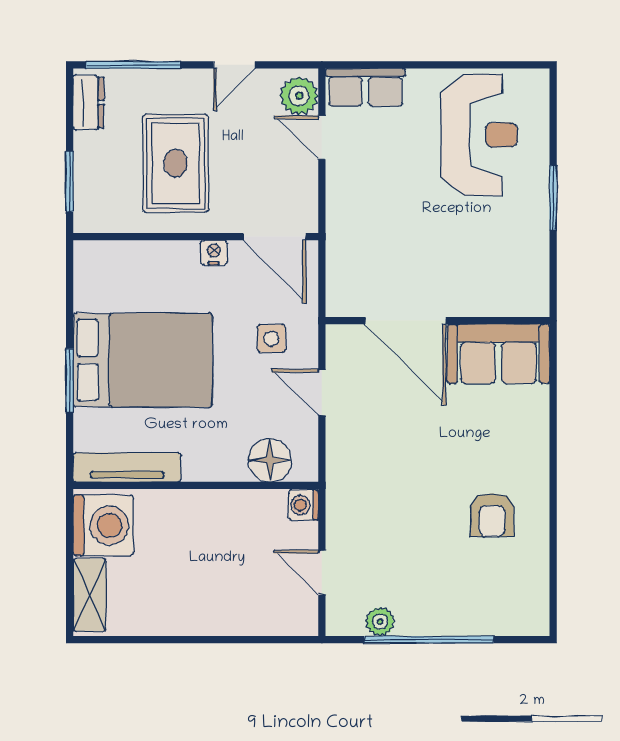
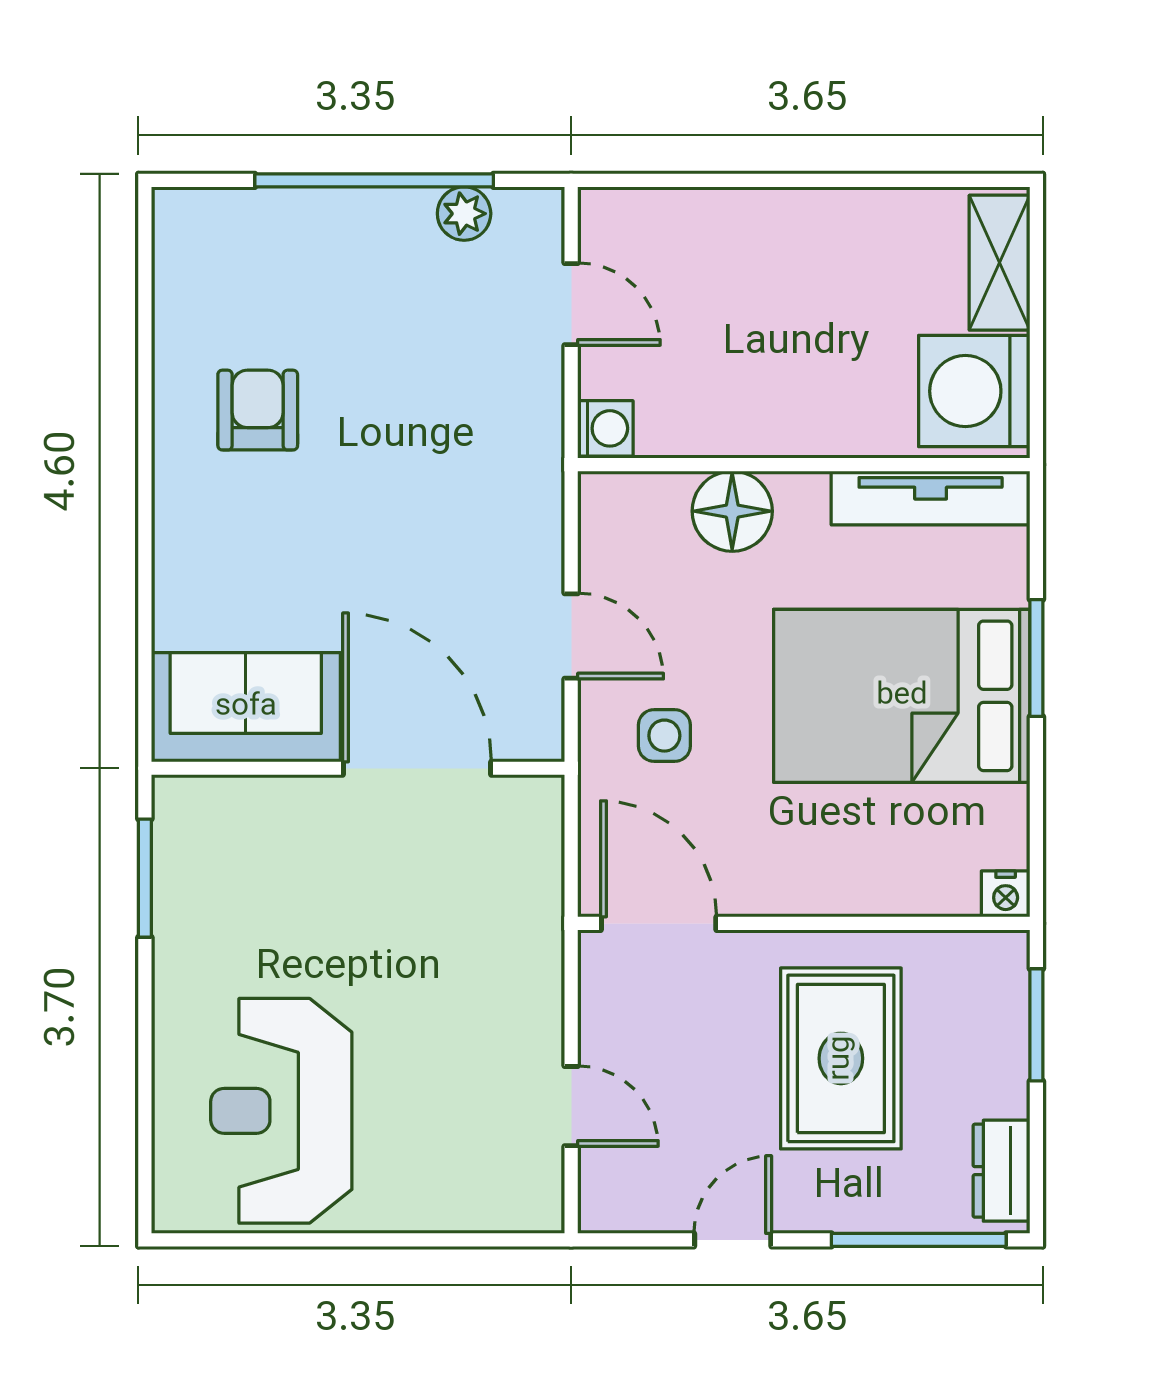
row of seats: (365, 88) -> (491, 1198), removed
plant: (299, 96) -> (613, 1183), removed
window: (553, 198) -> (145, 878), moved
nightstand: (214, 253) -> (1006, 894), moved
floor lamp: (270, 460) -> (732, 511), moved

